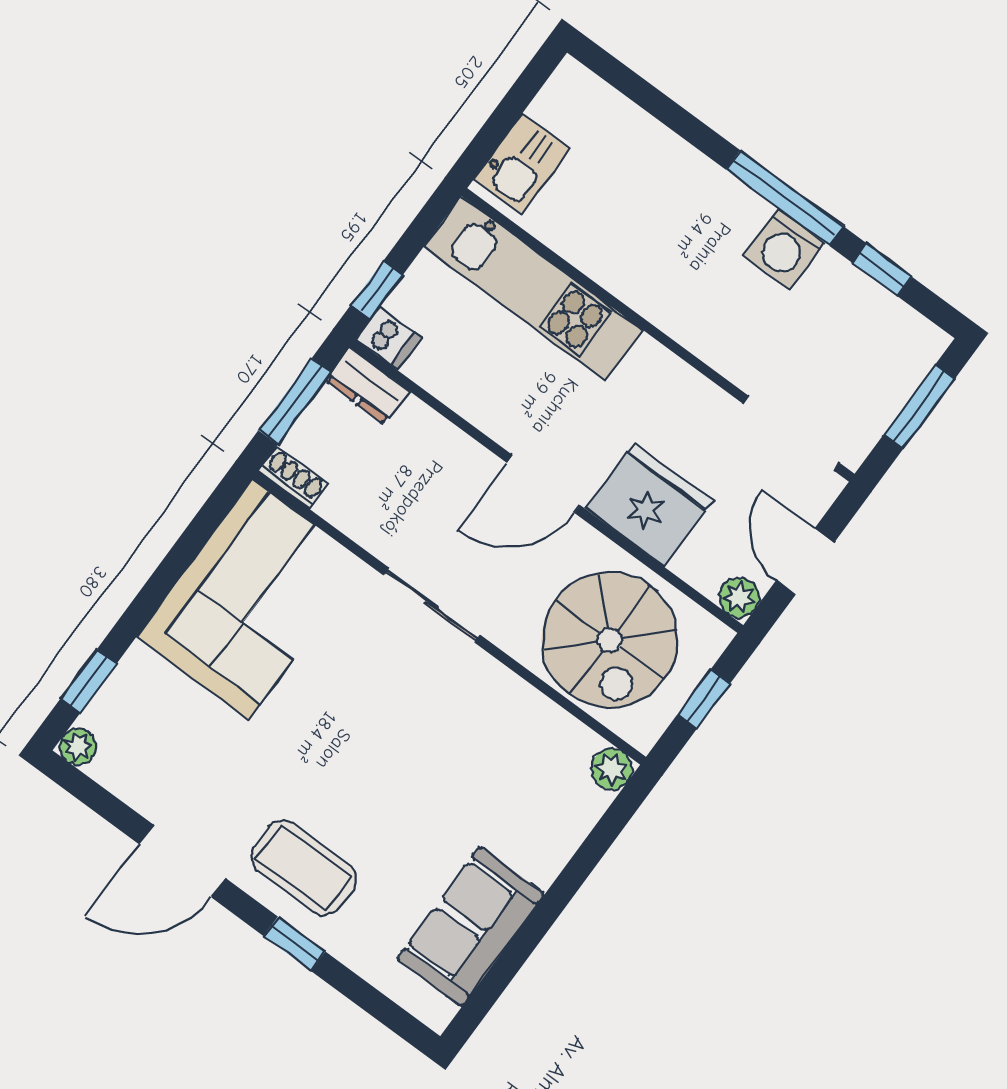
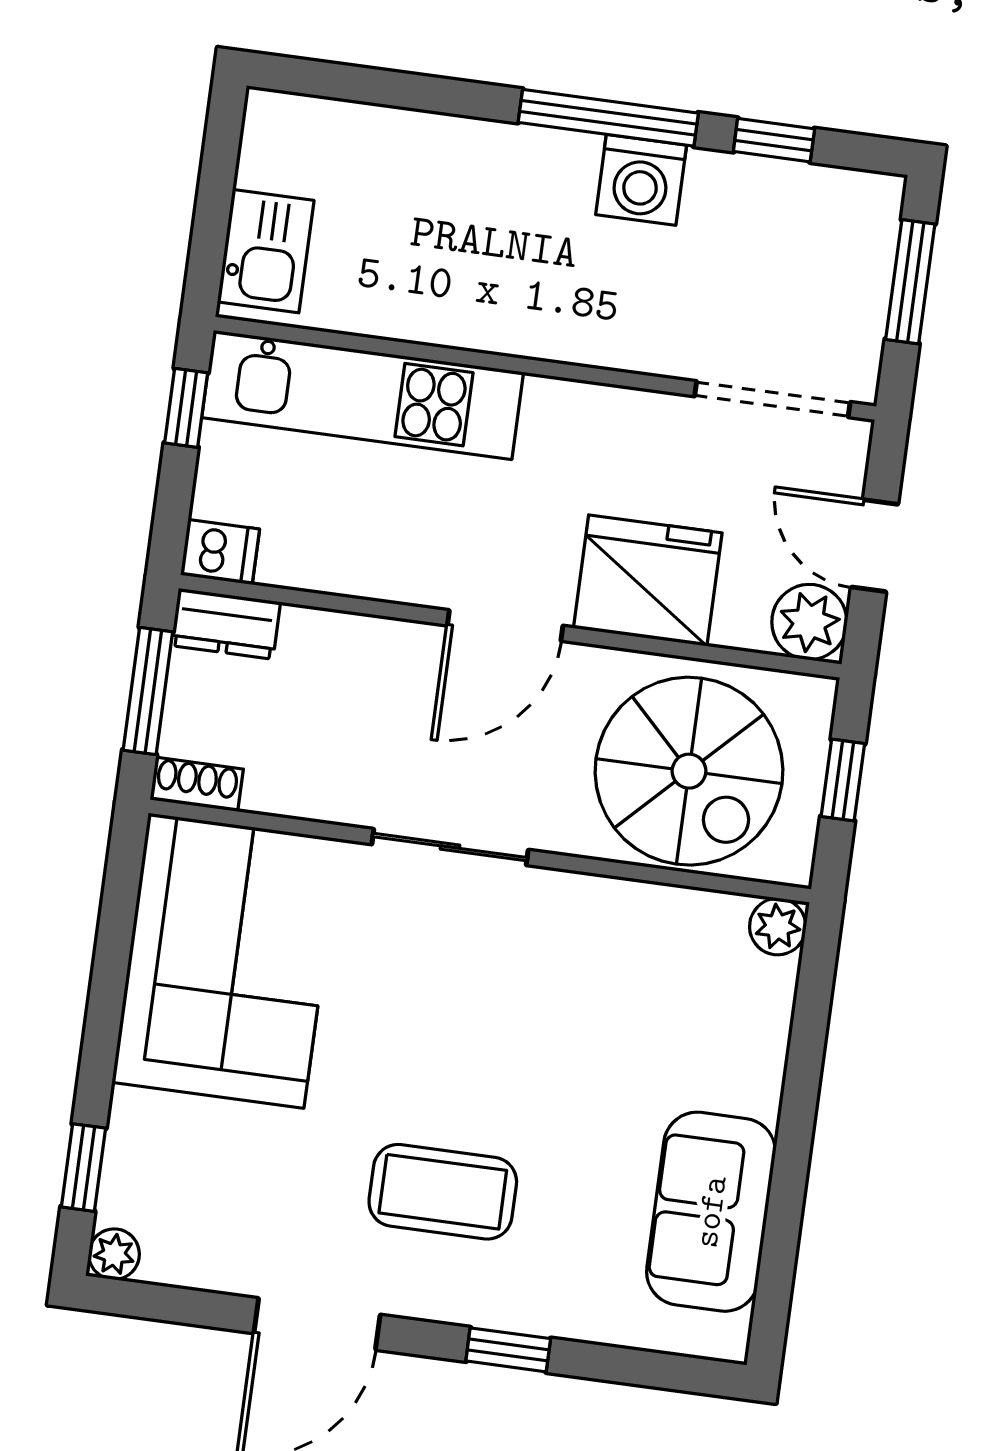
window: (377, 290) -> (186, 408), moved
plant: (739, 598) -> (809, 622), width x1.38, depth x1.38
coffee table: (304, 868) -> (443, 1192), moved

